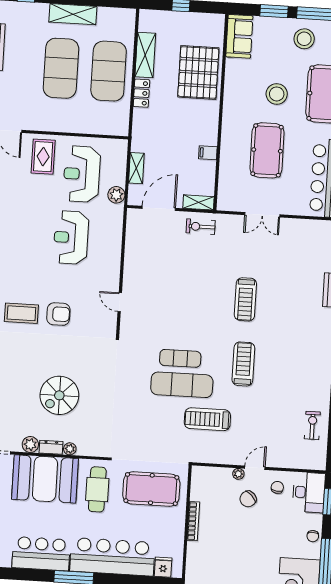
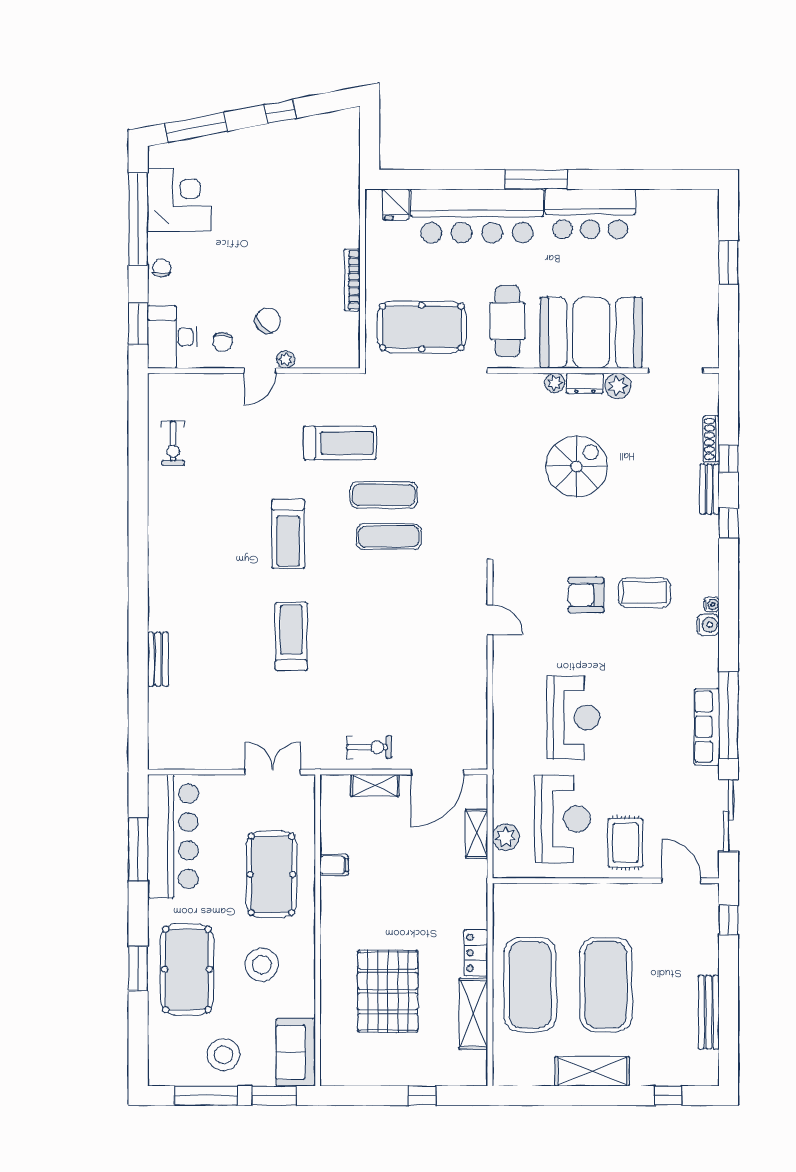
sofa: (239, 36) -> (296, 1052), moved
wall: (221, 112) -> (318, 930), moved
filing cabinet: (208, 153) -> (334, 865), moved
plant: (116, 195) -> (506, 837), moved
exercise mat: (182, 385) -> (384, 495), width x0.73, depth x0.69

